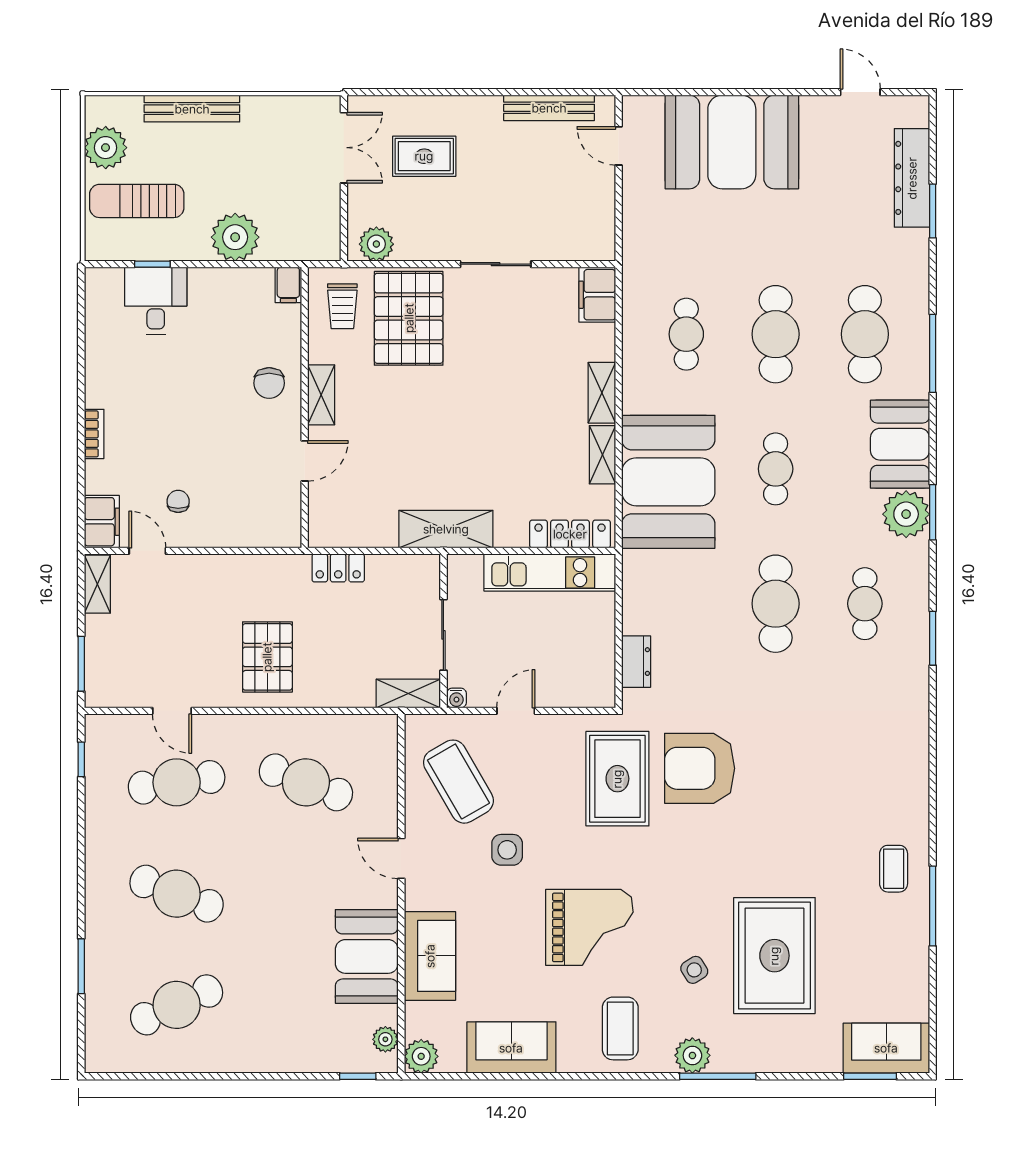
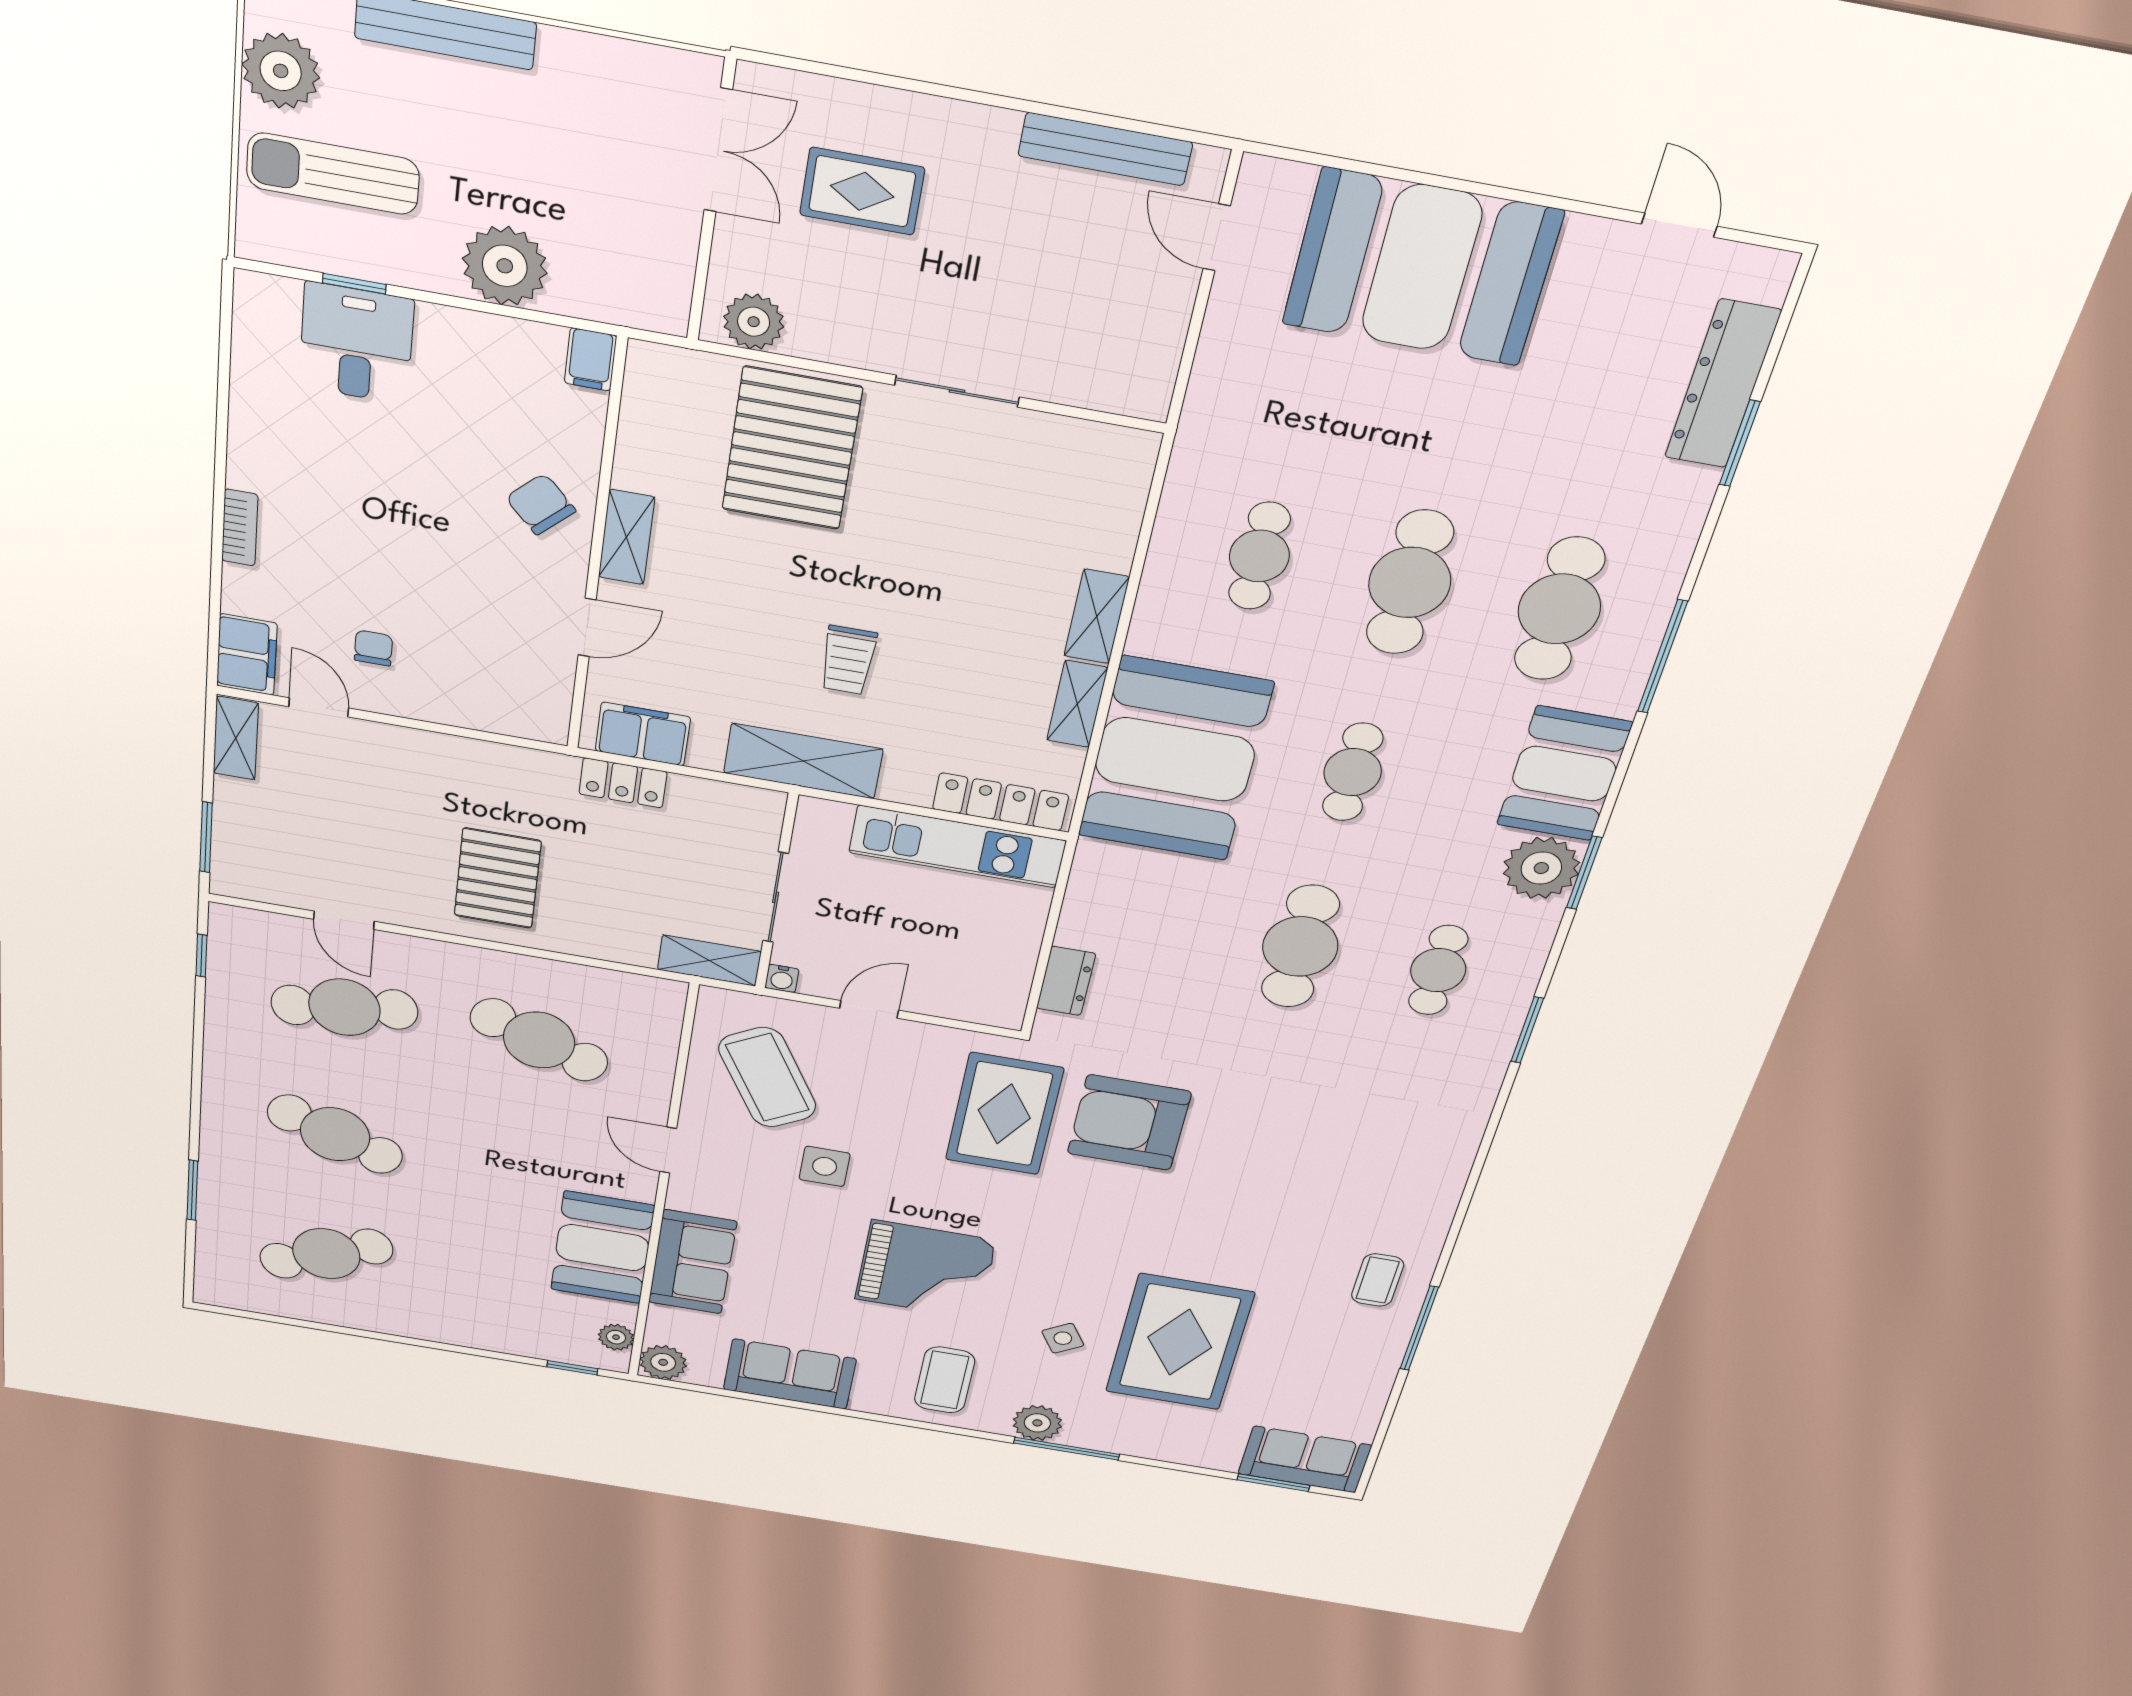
filing cabinet: (597, 295) -> (643, 734), moved, turned 90
trolley: (342, 306) -> (848, 660), moved
chair: (269, 383) -> (541, 504), turned 136

